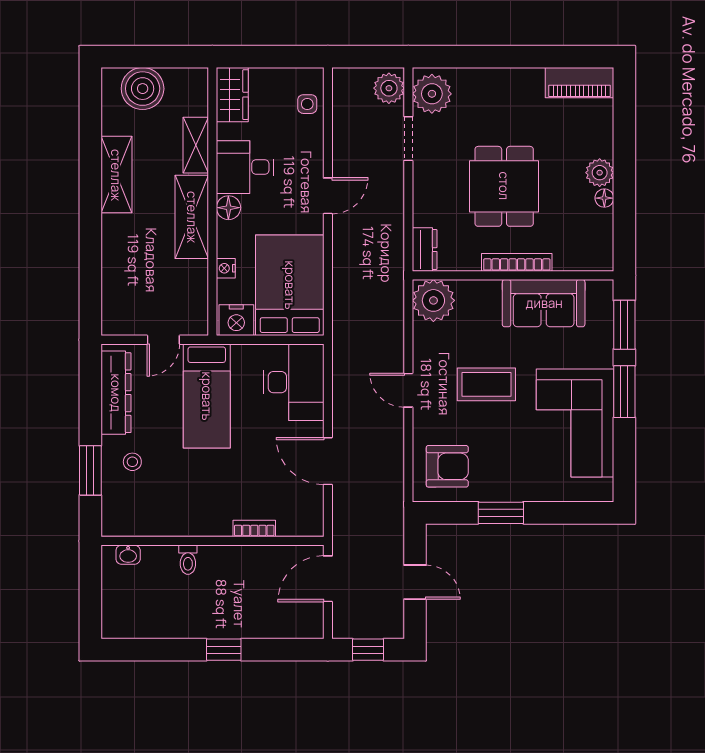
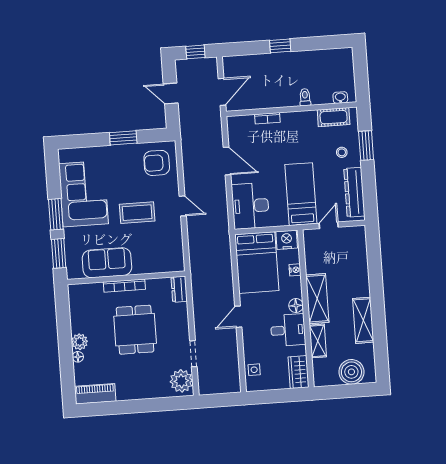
plant: (389, 88) -> (207, 382), removed
floor lamp: (604, 198) -> (78, 357), moved
plant: (433, 300) -> (172, 260), removed
cot: (142, 522) -> (334, 117), added

